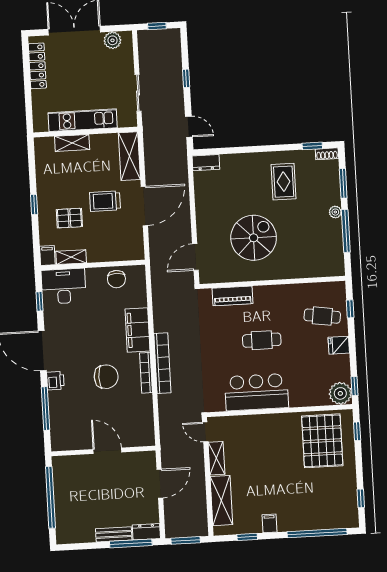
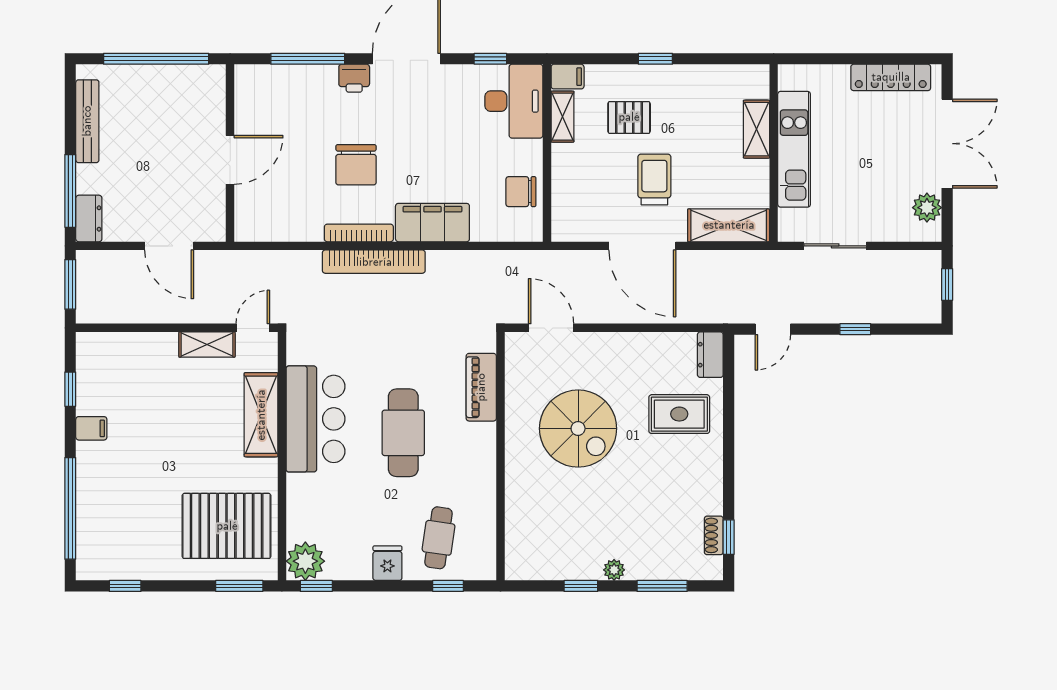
shoe rack: (327, 154) -> (714, 535), moved
rug: (284, 182) -> (679, 414), moved
pallet: (69, 218) -> (629, 117), turned 90
window: (346, 231) -> (581, 586), width x0.46
cafe table: (262, 340) -> (403, 433), width x1.37, depth x1.35
window: (357, 431) -> (239, 586), width x1.50
shelving: (221, 501) -> (261, 415), moved, turned 90
bench: (114, 534) -> (87, 121), moved, width x1.36

